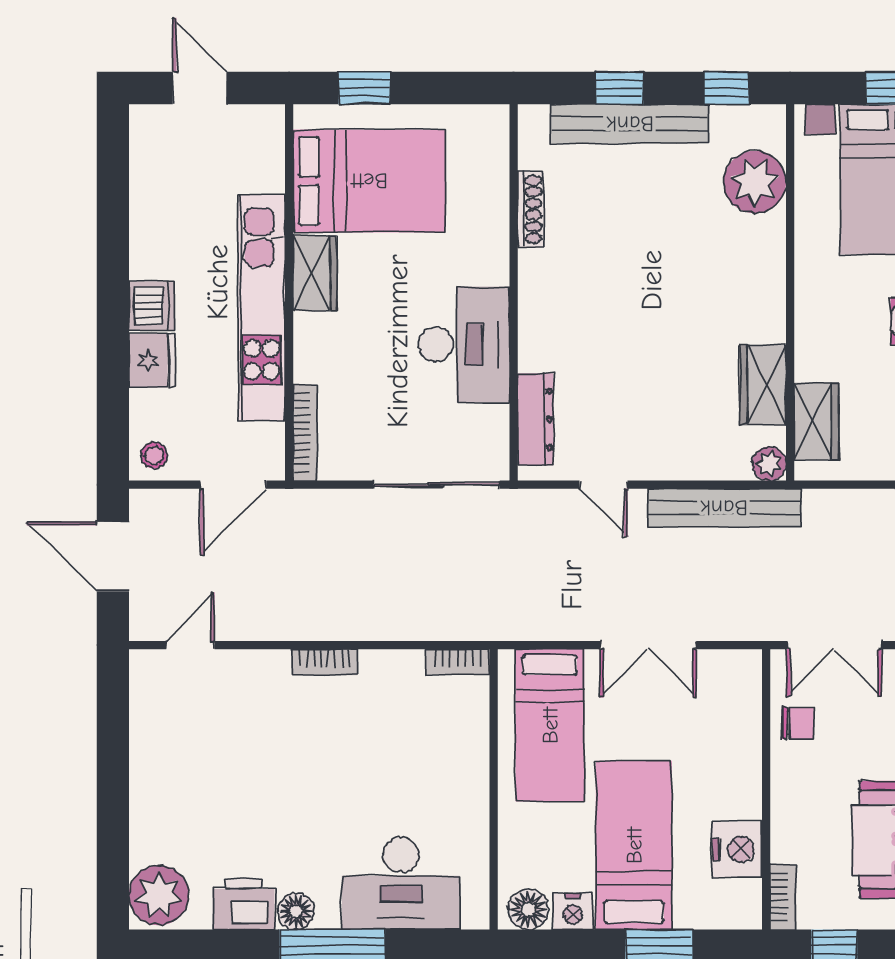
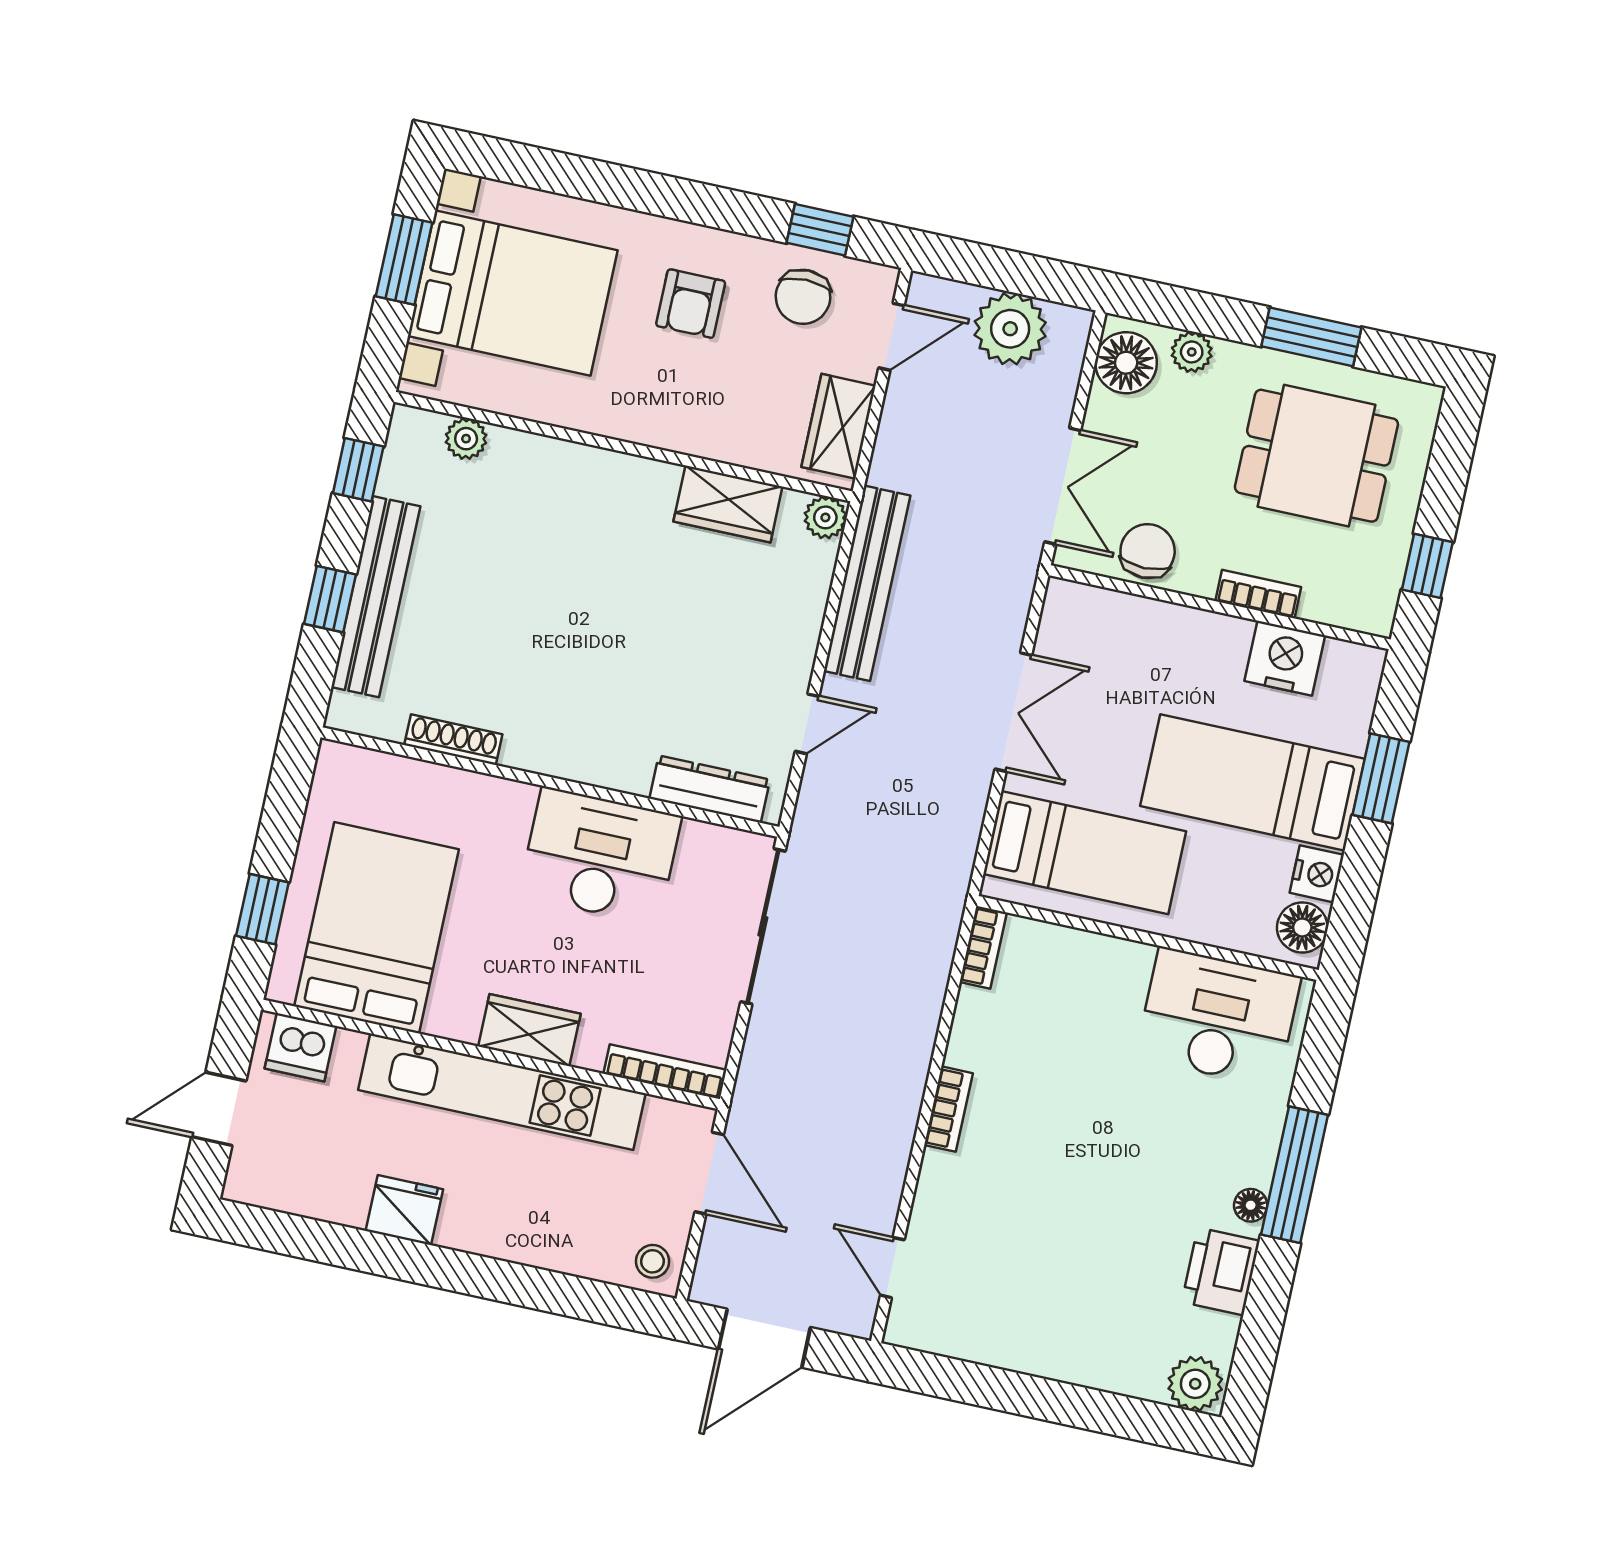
plant: (755, 182) -> (466, 439), width x0.53, depth x0.53
wardrobe: (315, 273) -> (529, 1030), moved
dishwasher: (152, 306) -> (301, 1047), moved, turned 180
fridge: (152, 360) -> (404, 1210), moved
wardrobe: (816, 421) -> (839, 426), moved, turned -90
chair: (798, 723) -> (1148, 551), width x1.37, depth x1.37
desk: (401, 883) -> (1218, 1017), moved, turned -90
plant: (159, 895) -> (1195, 1384), width x0.73, depth x0.73
bookcase: (783, 897) -> (1258, 594), moved
floor lamp: (296, 911) -> (1251, 1205), width x0.73, depth x0.73

